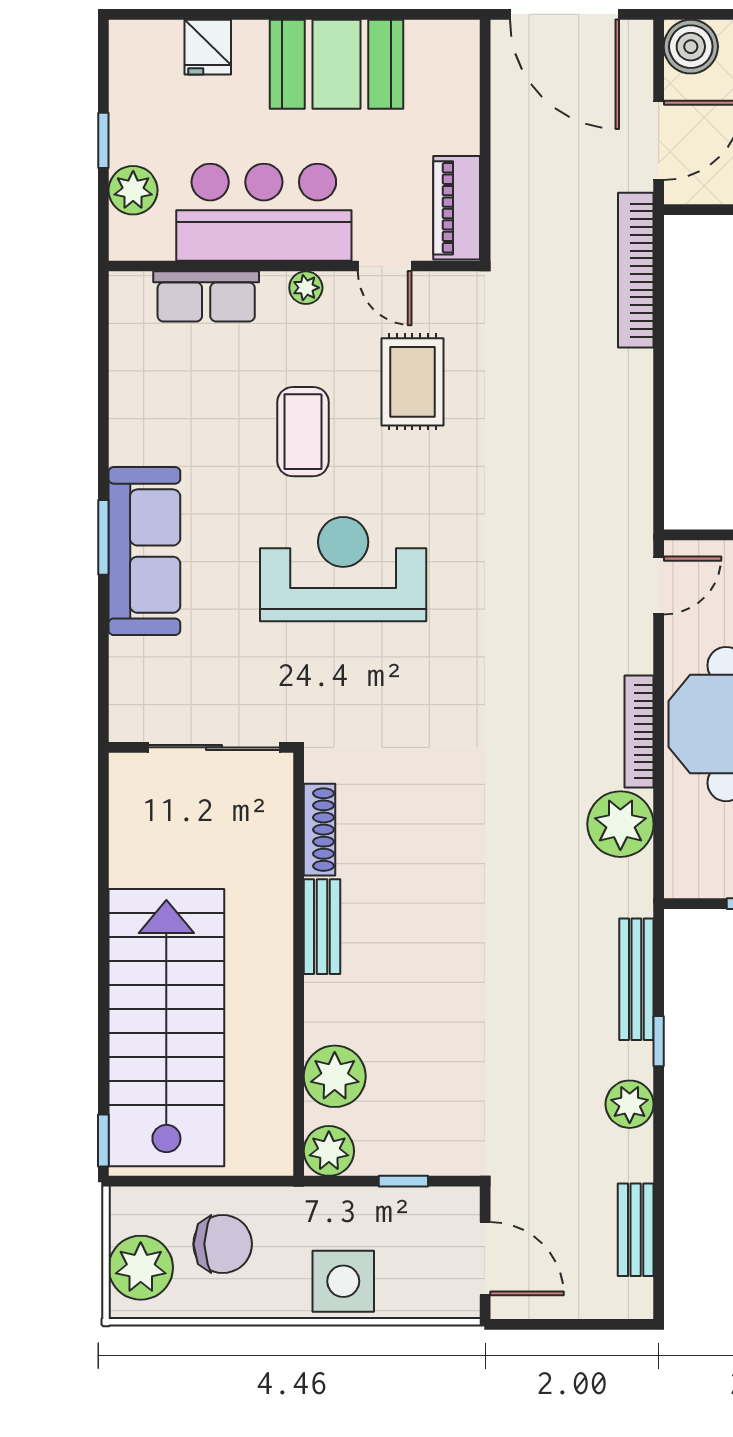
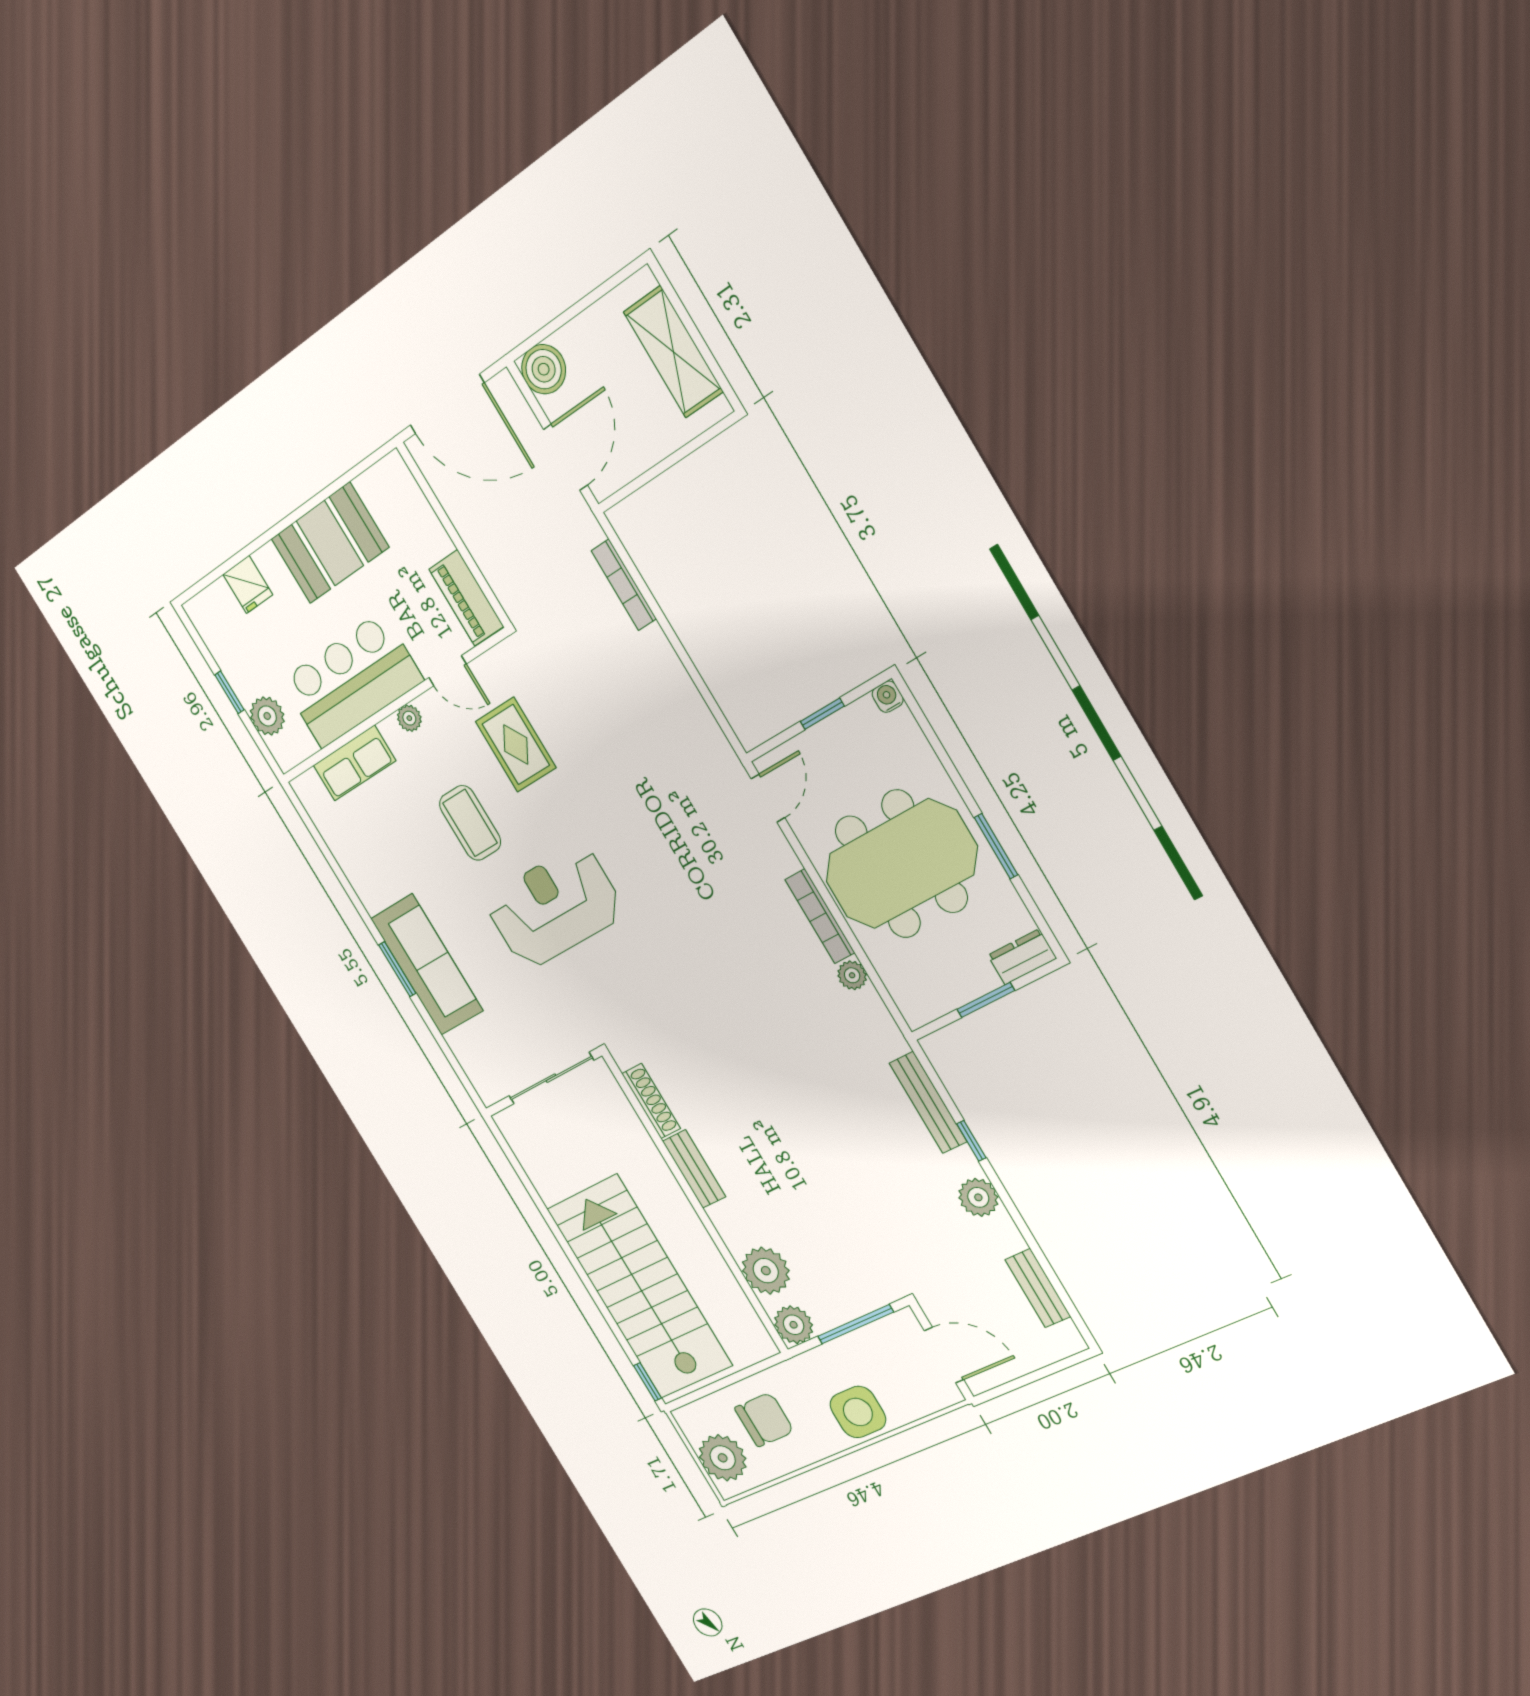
bookcase: (636, 270) -> (624, 585), width x0.68, depth x0.76
plant: (620, 824) -> (852, 975), width x0.53, depth x0.53
window: (403, 1181) -> (855, 1324), width x2.17

